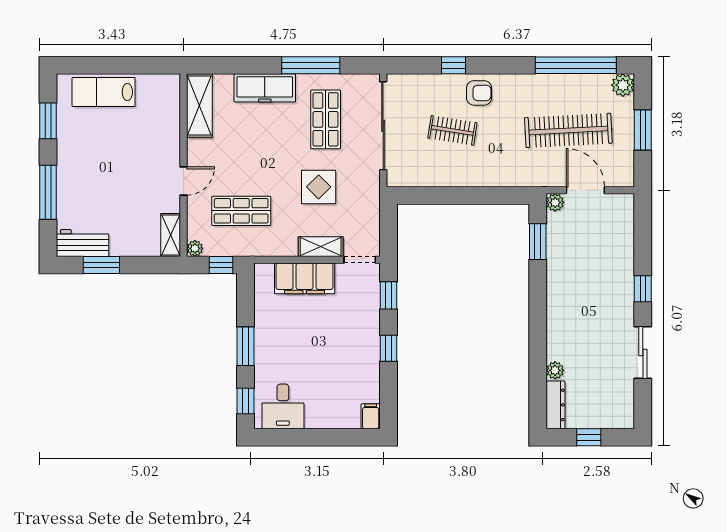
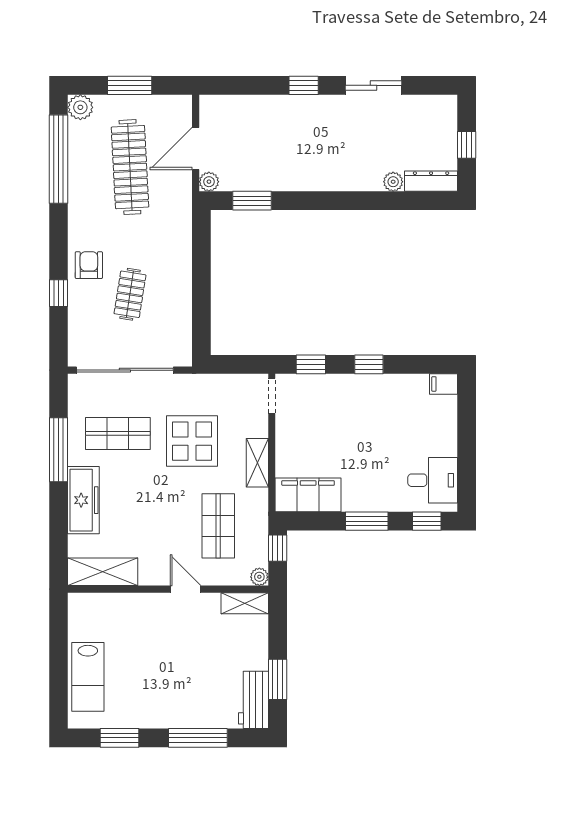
display table: (319, 187) -> (192, 441), width x1.36, depth x1.36
shelving: (321, 247) -> (257, 463), moved
filing cabinet: (305, 278) -> (308, 495), moved, turned -90

